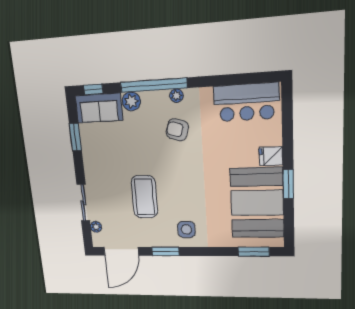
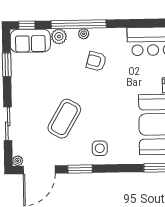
plant: (176, 96) -> (84, 34), moved
coffee table: (144, 197) -> (64, 119), turned 30
plant: (96, 227) -> (18, 161), moved

